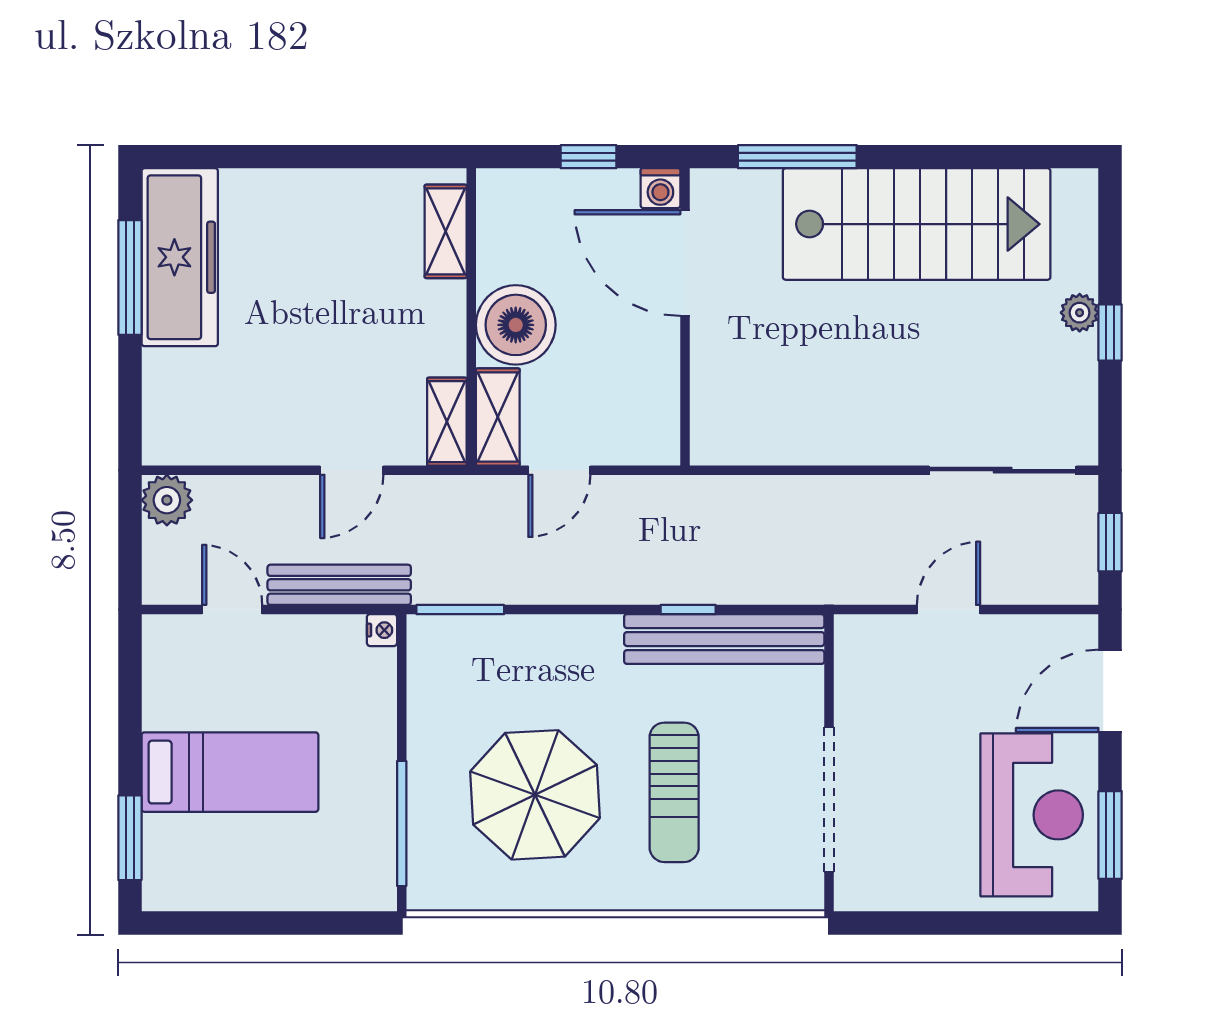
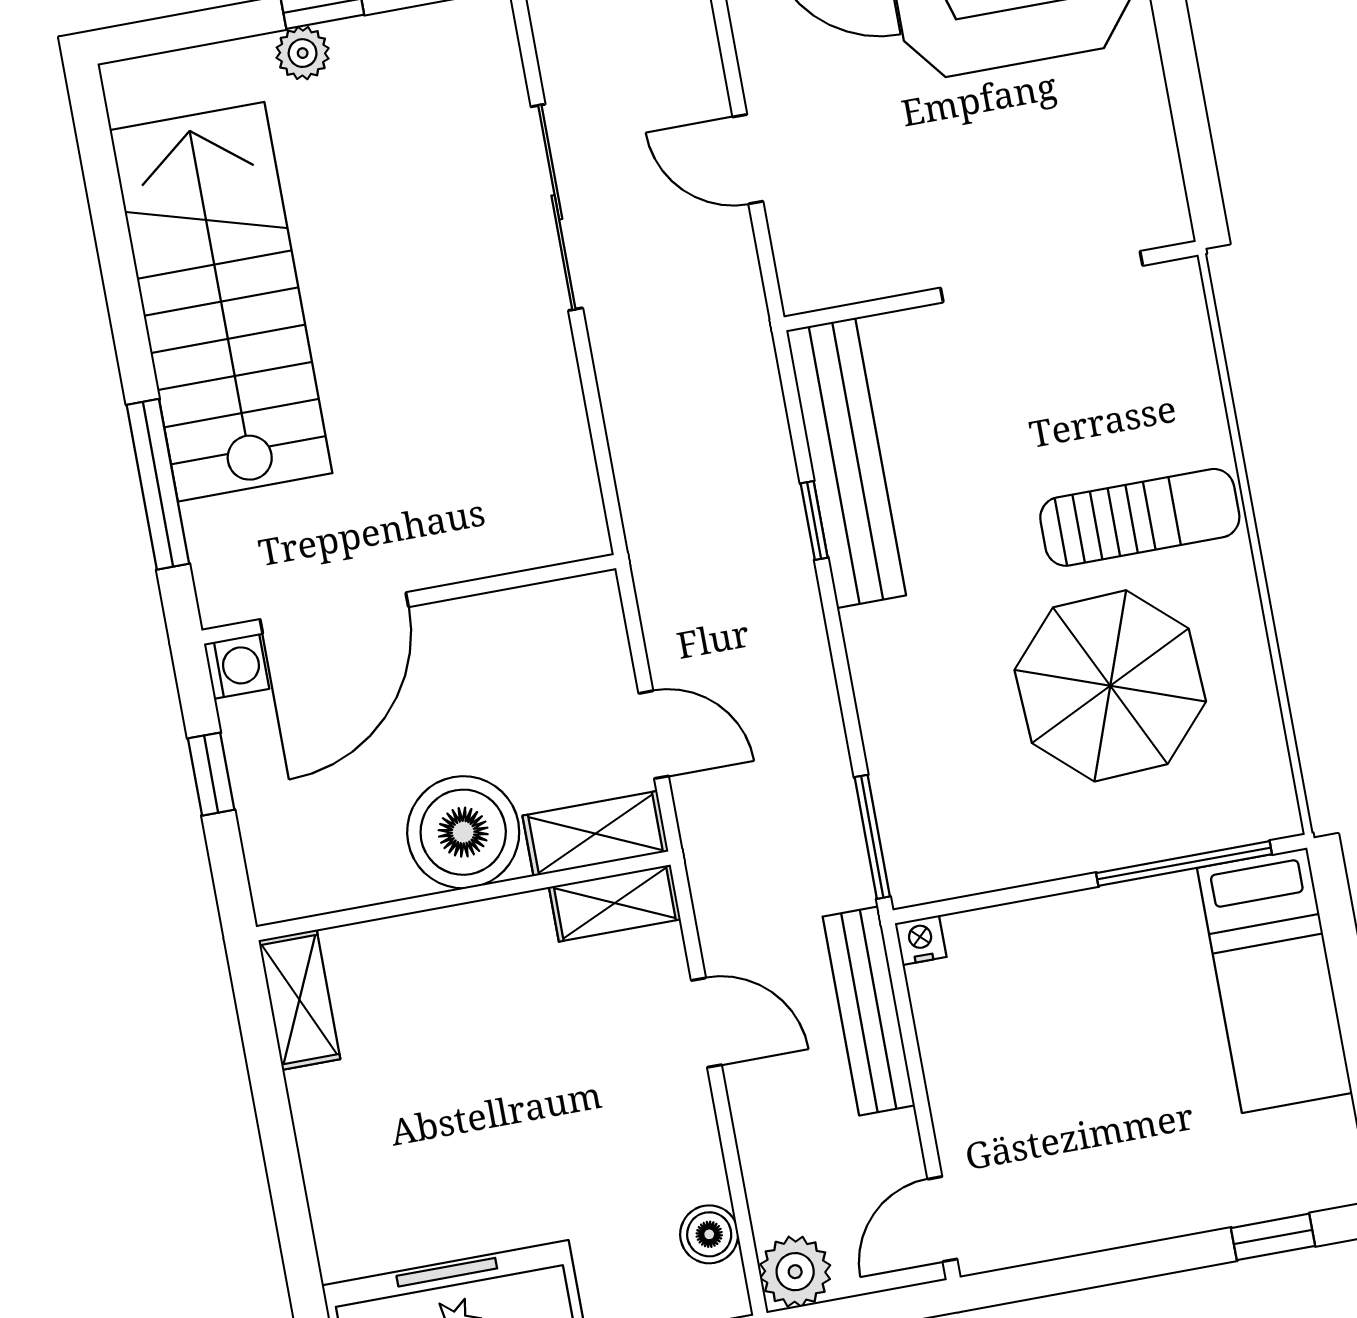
shelving: (446, 231) -> (299, 1000), moved, turned 90
boiler: (204, 445) -> (709, 1234), added
sliding door: (1003, 470) -> (557, 207), moved
door: (232, 610) -> (942, 1219), moved
bed: (230, 772) -> (1275, 980), moved, turned 180
sun lounger: (674, 792) -> (1140, 517), moved
window: (130, 838) -> (1273, 1237), width x0.67

